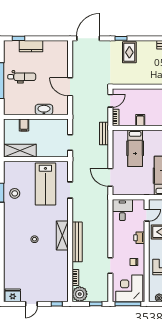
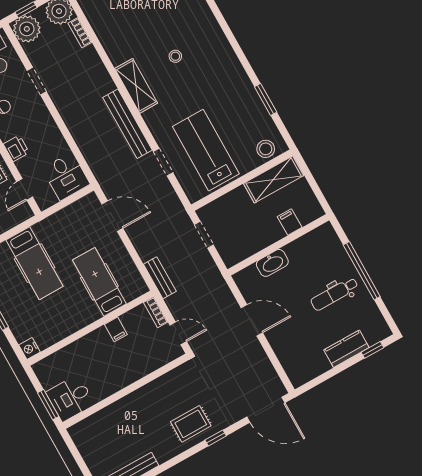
door: (88, 38) -> (266, 410), hinge flipped
rug: (129, 52) -> (191, 424), turned 90
door: (110, 101) -> (178, 333), swing flipped
stool: (15, 193) -> (266, 149), moved
bench: (77, 242) -> (127, 124), moved
plant: (101, 294) -> (27, 29), added

